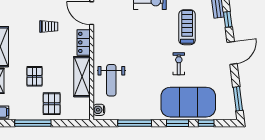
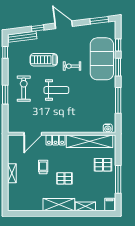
pallet: (34, 76) -> (64, 178), moved
shelving: (82, 77) -> (89, 141), width x1.47
weight bench: (111, 80) -> (56, 90), moved

